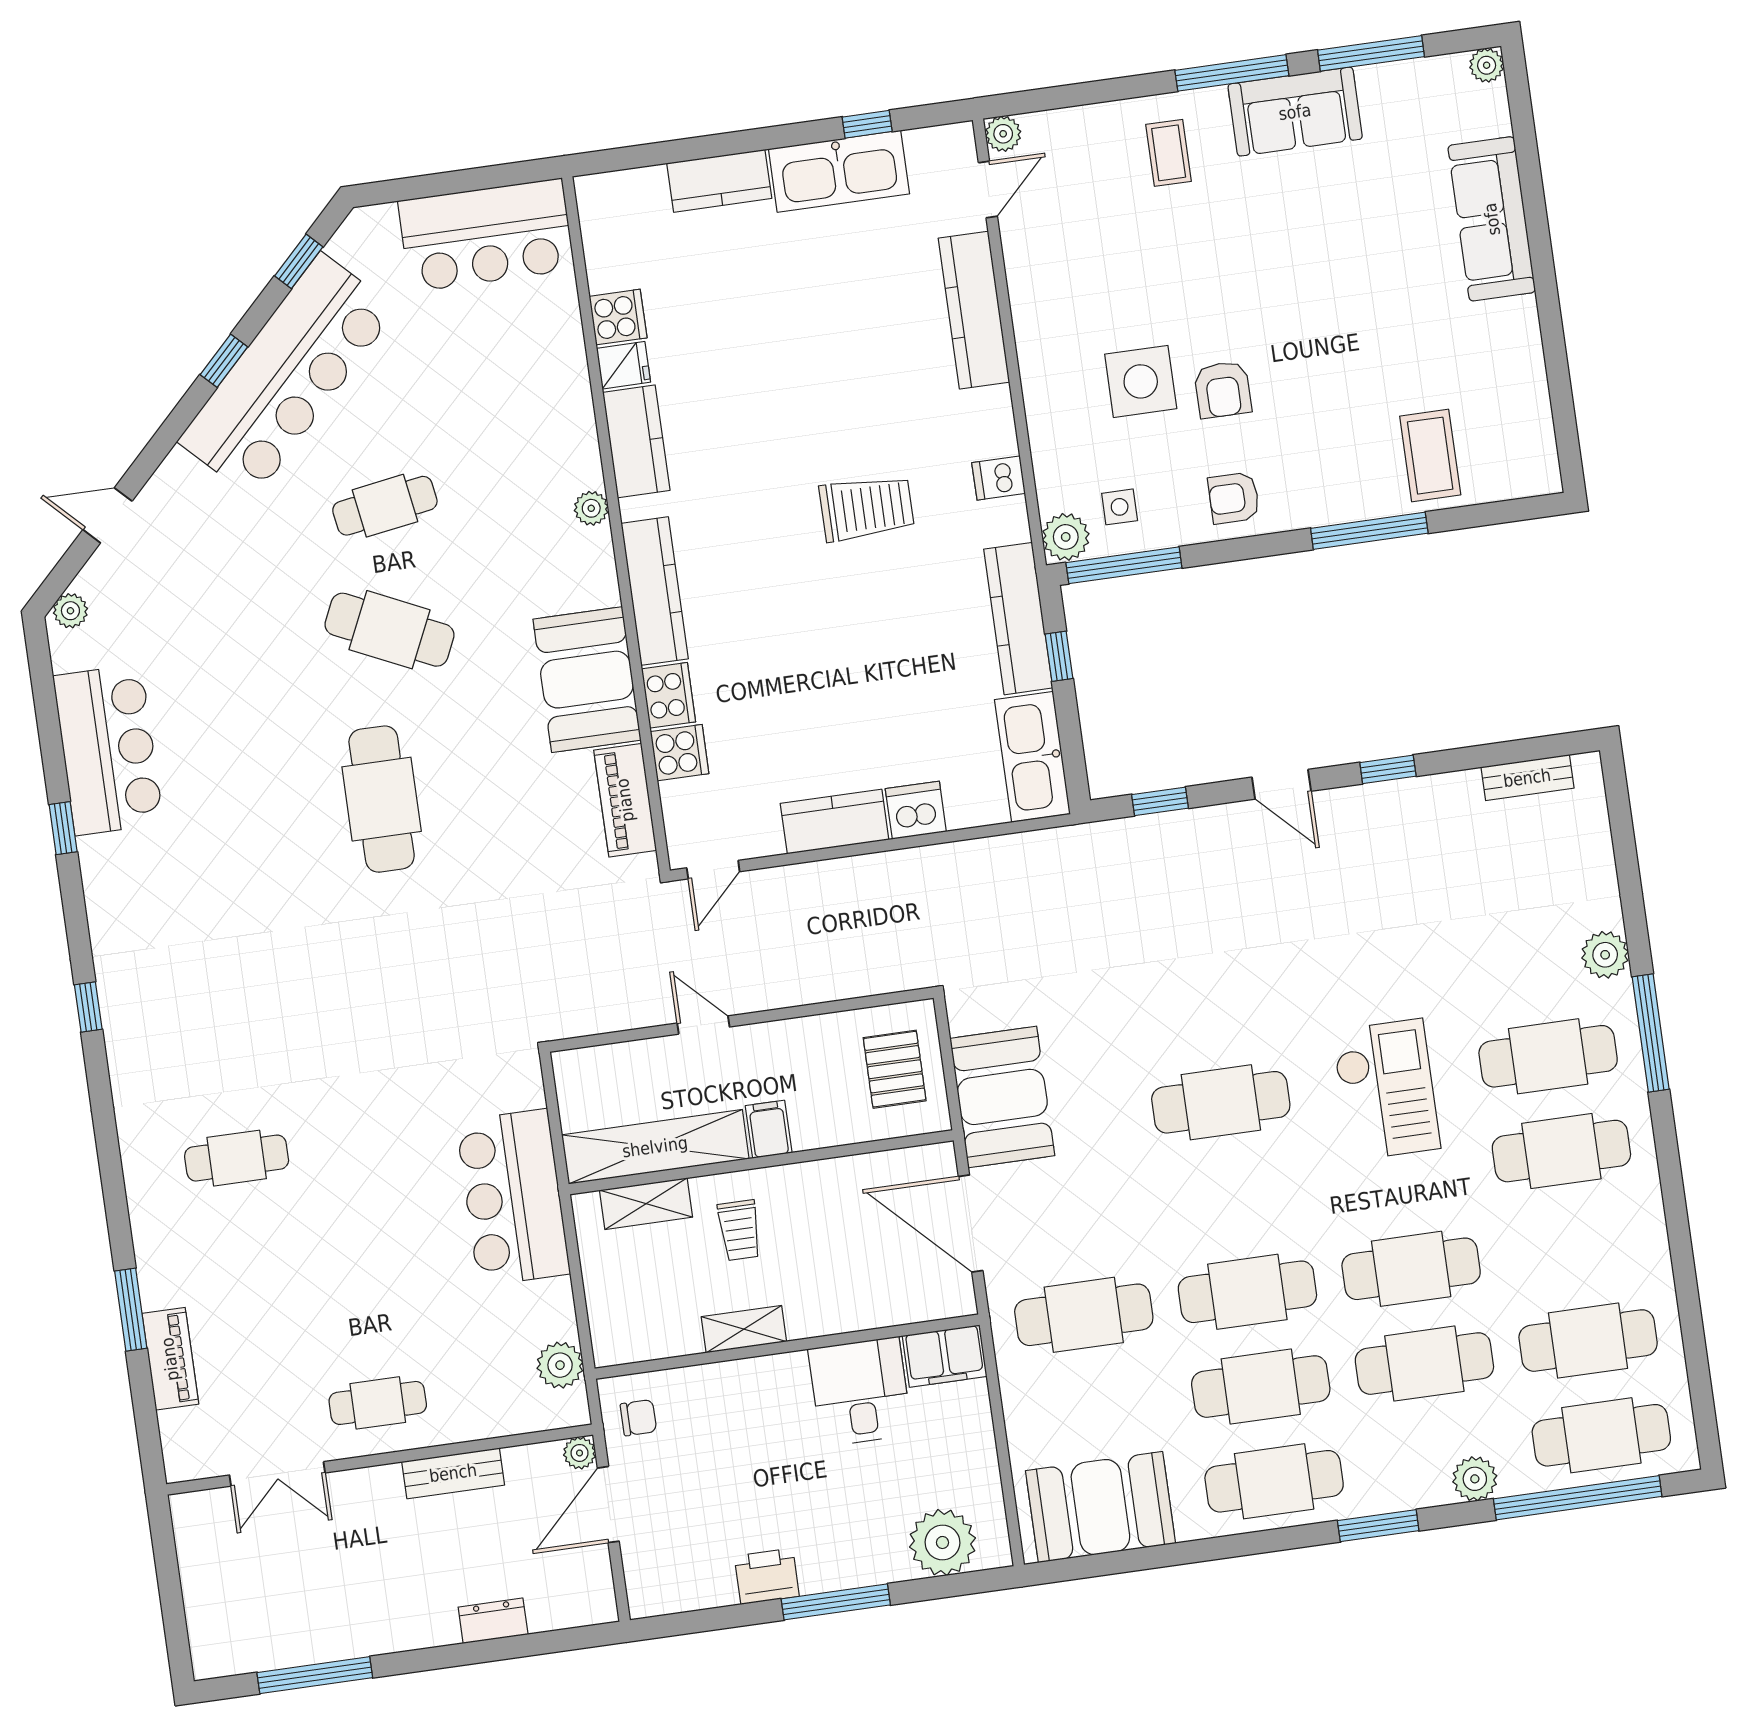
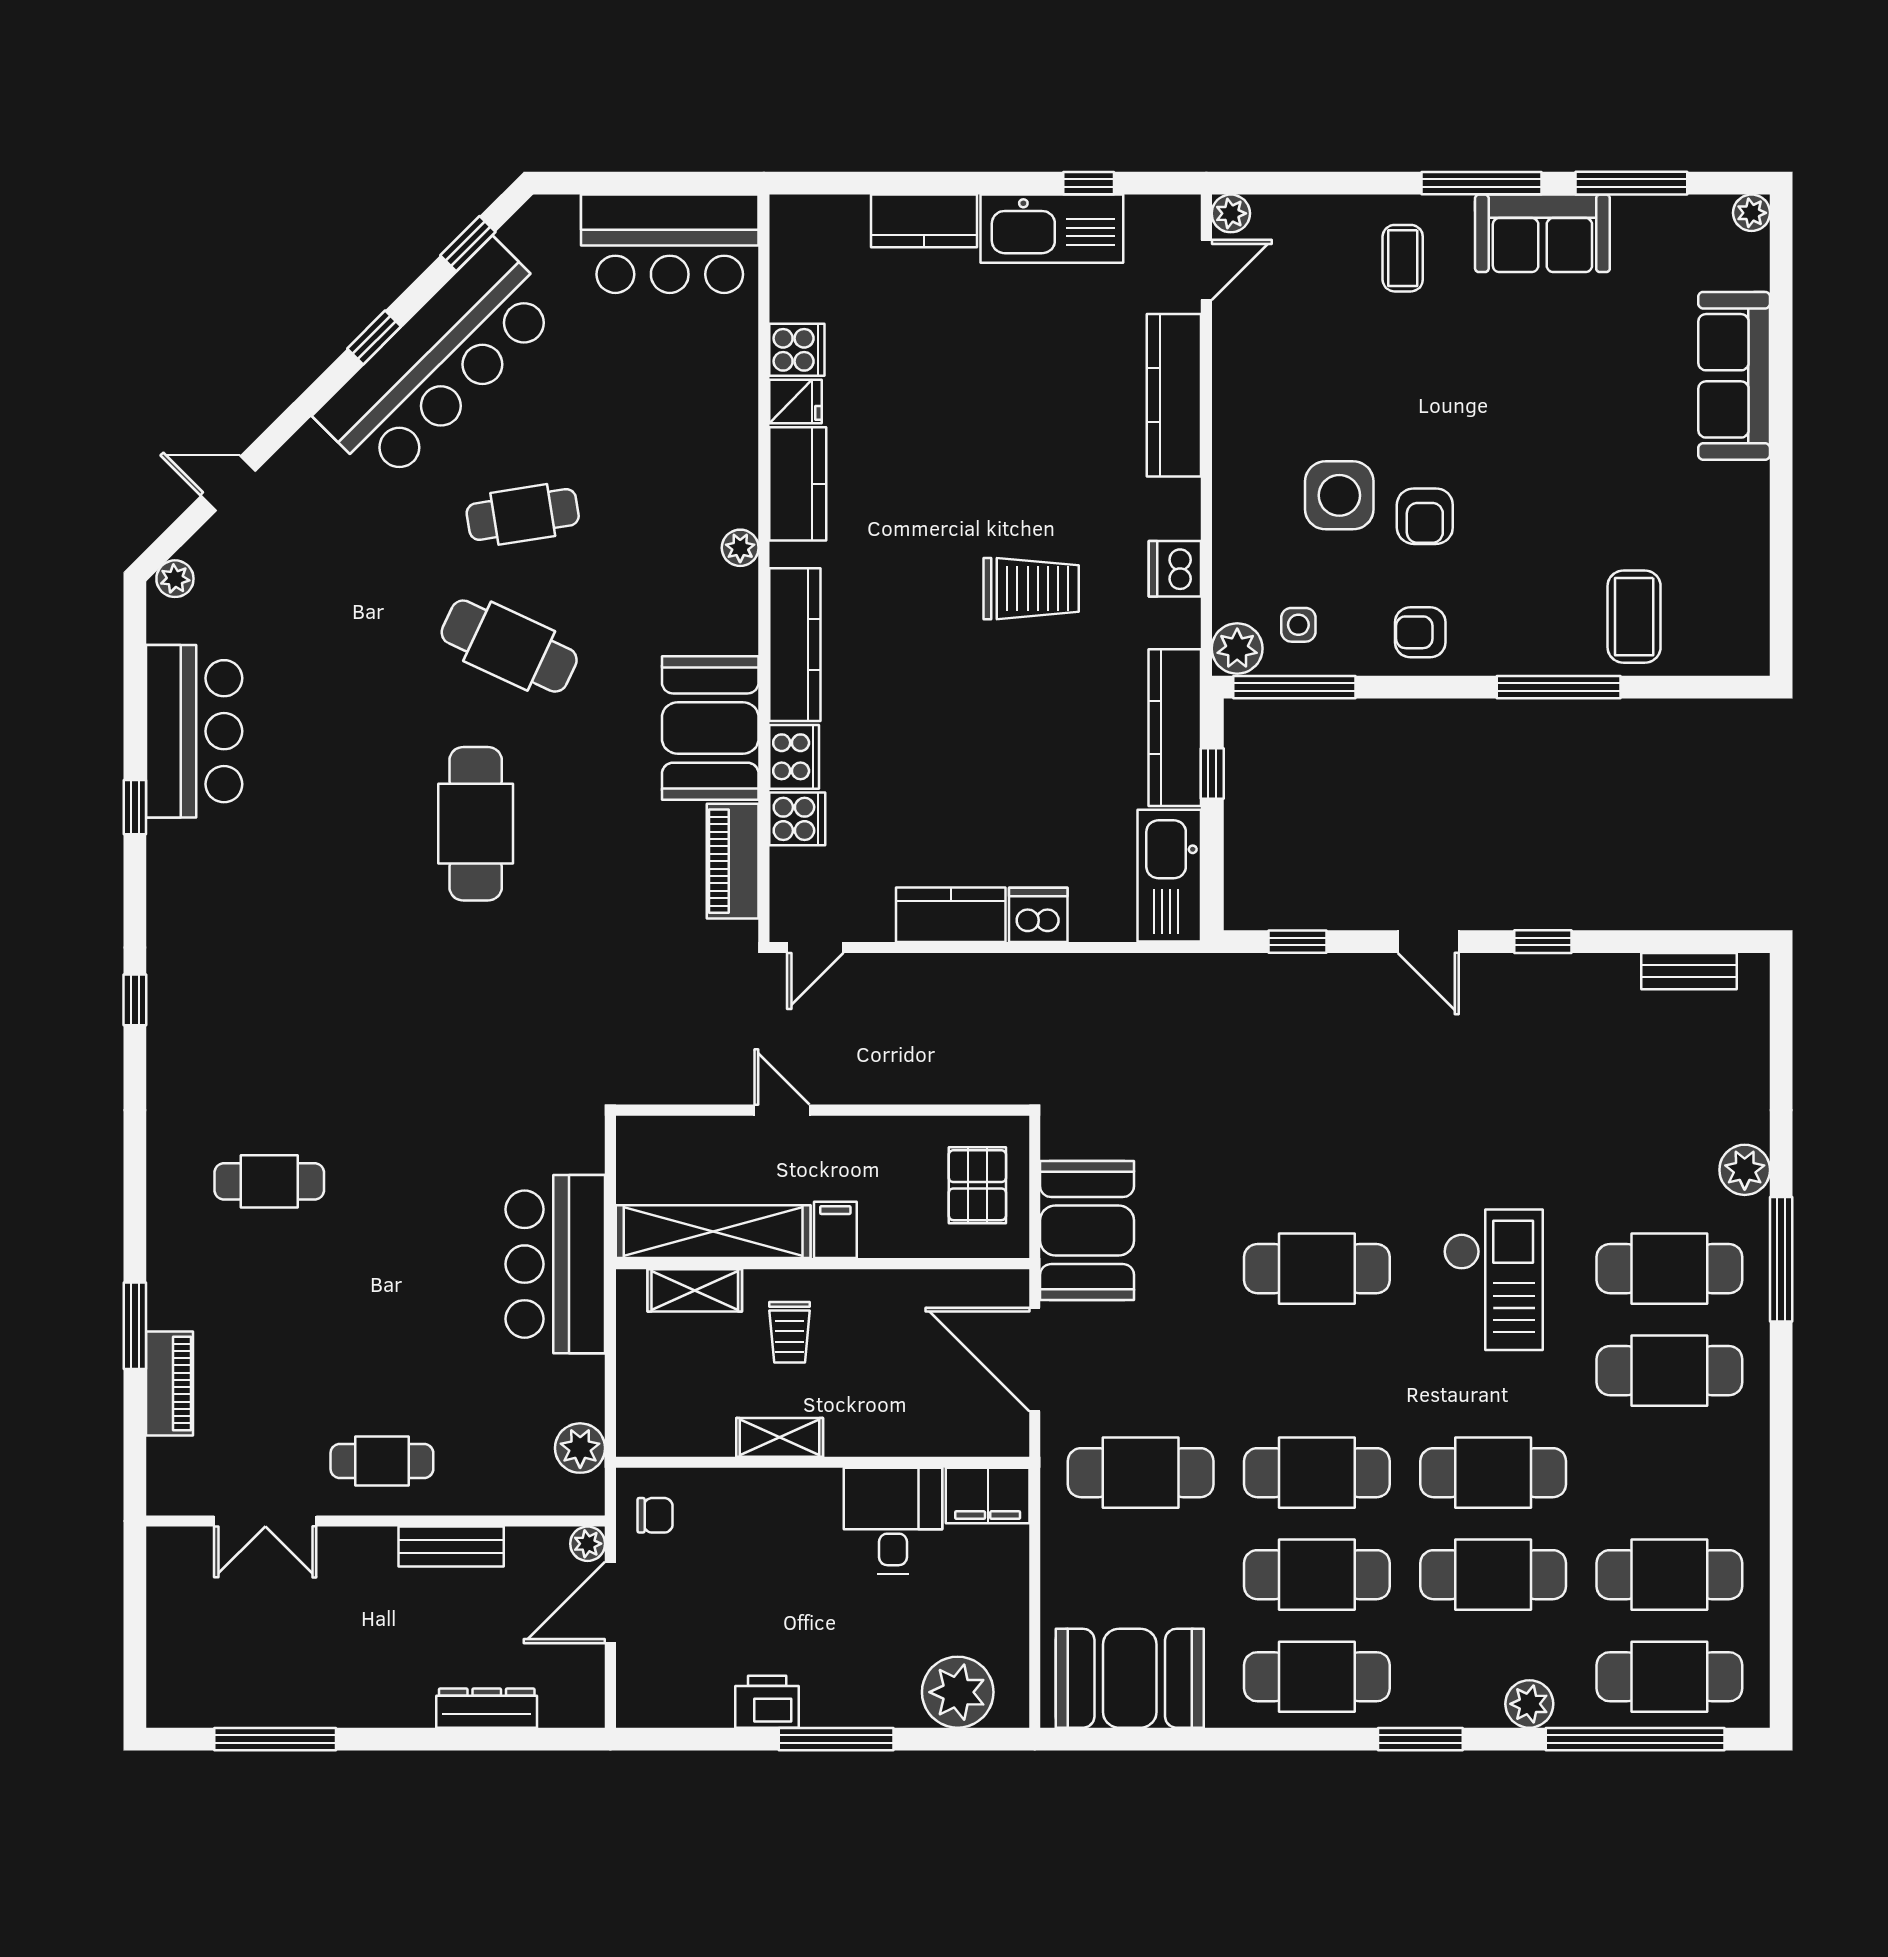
dishwasher: (999, 478) -> (1175, 569), width x1.38
dresser: (493, 1621) -> (487, 1708), width x1.44

